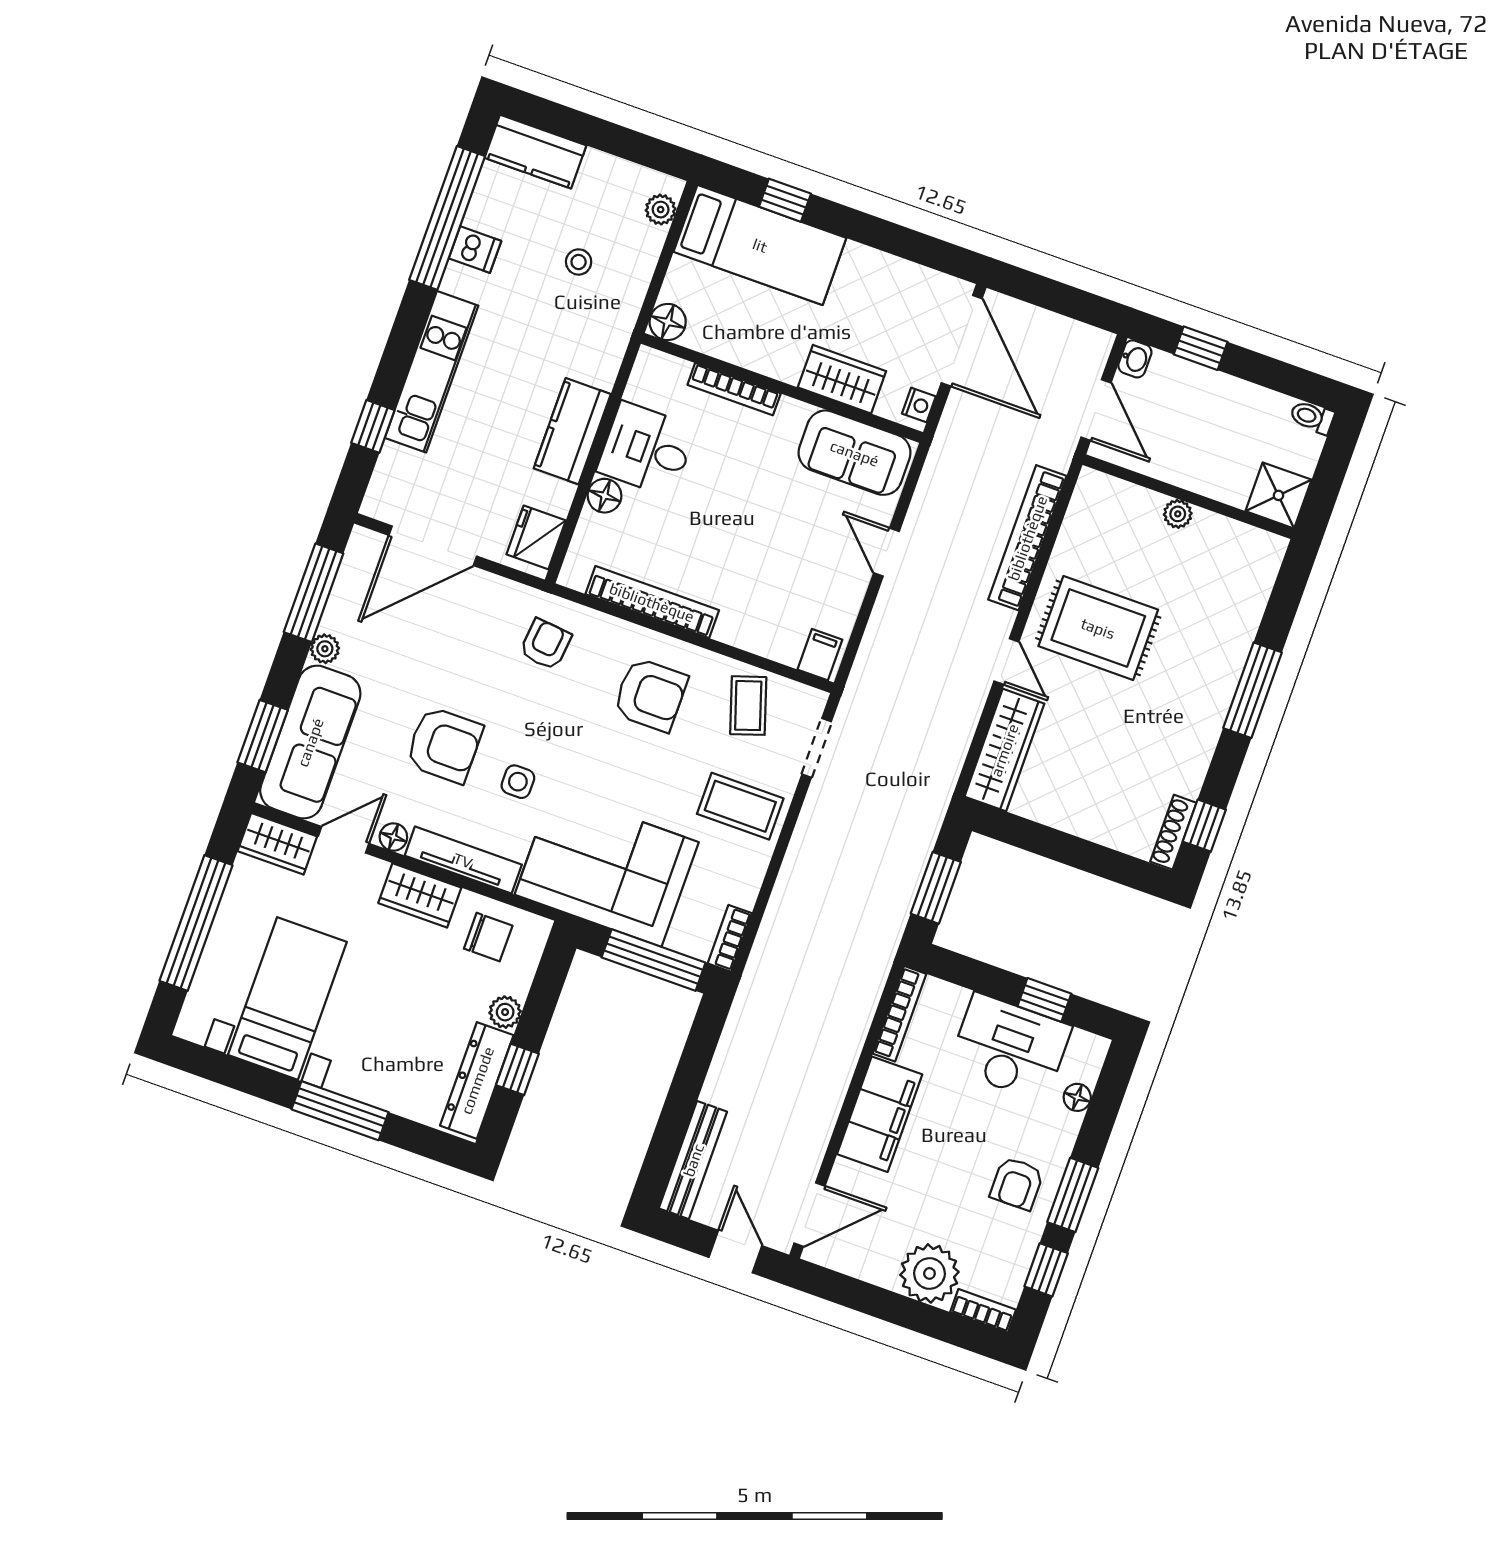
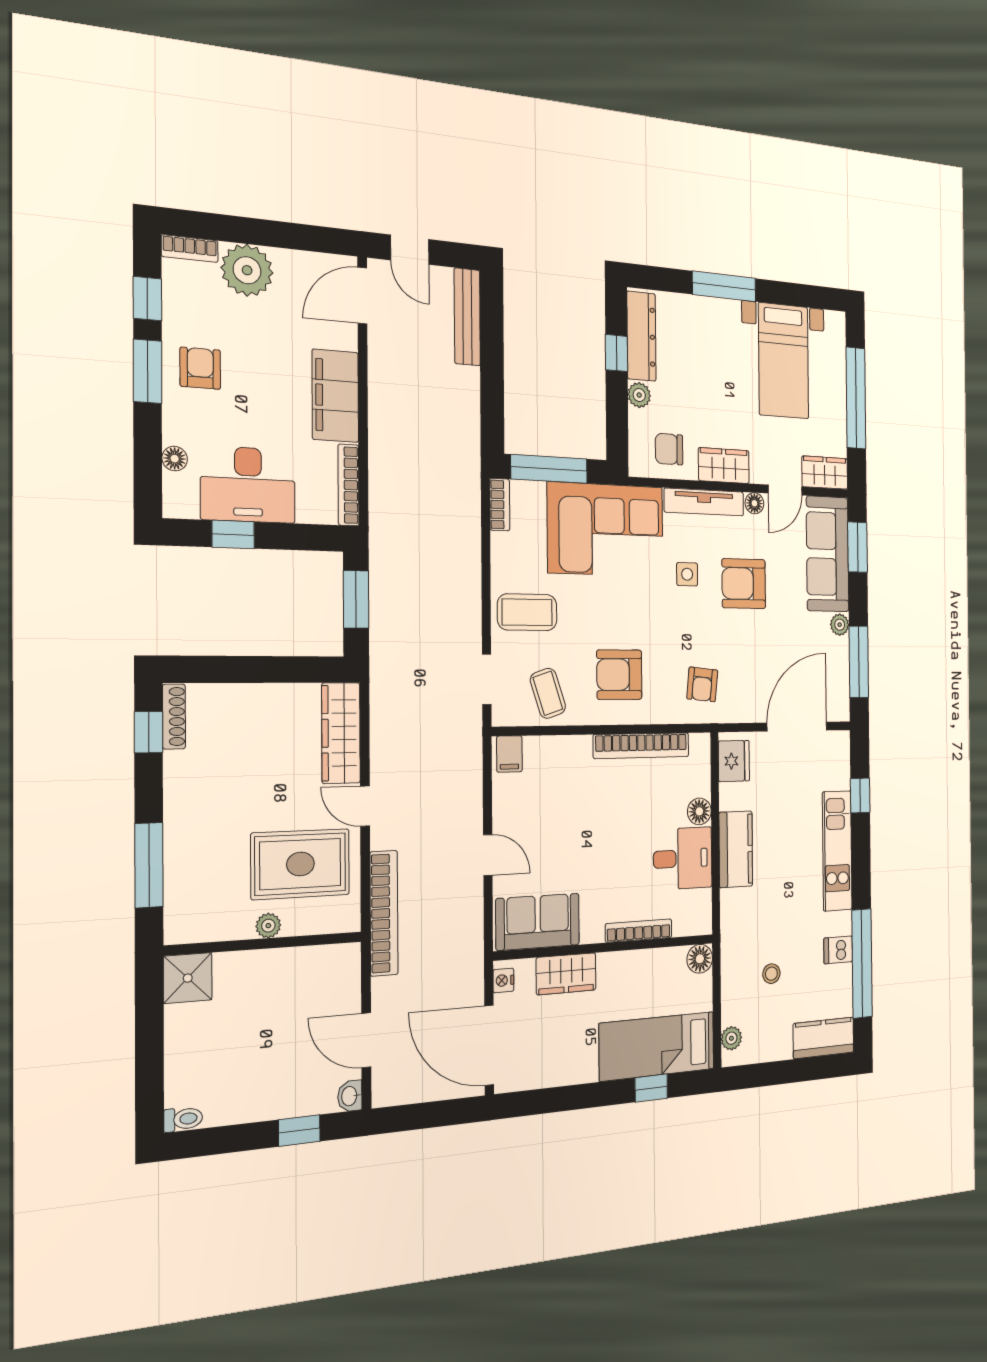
shower: (1278, 495) -> (188, 978), moved
wall: (1188, 497) -> (265, 944), moved
plant: (1178, 514) -> (268, 926), moved

